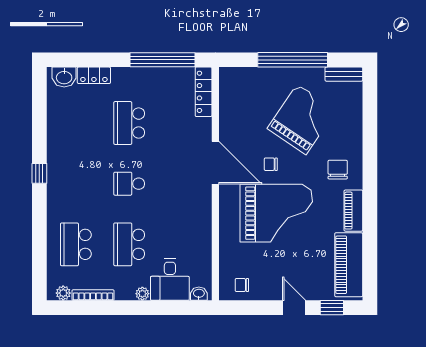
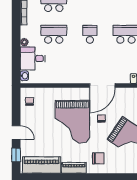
door: (294, 308) -> (16, 132), hinge flipped

